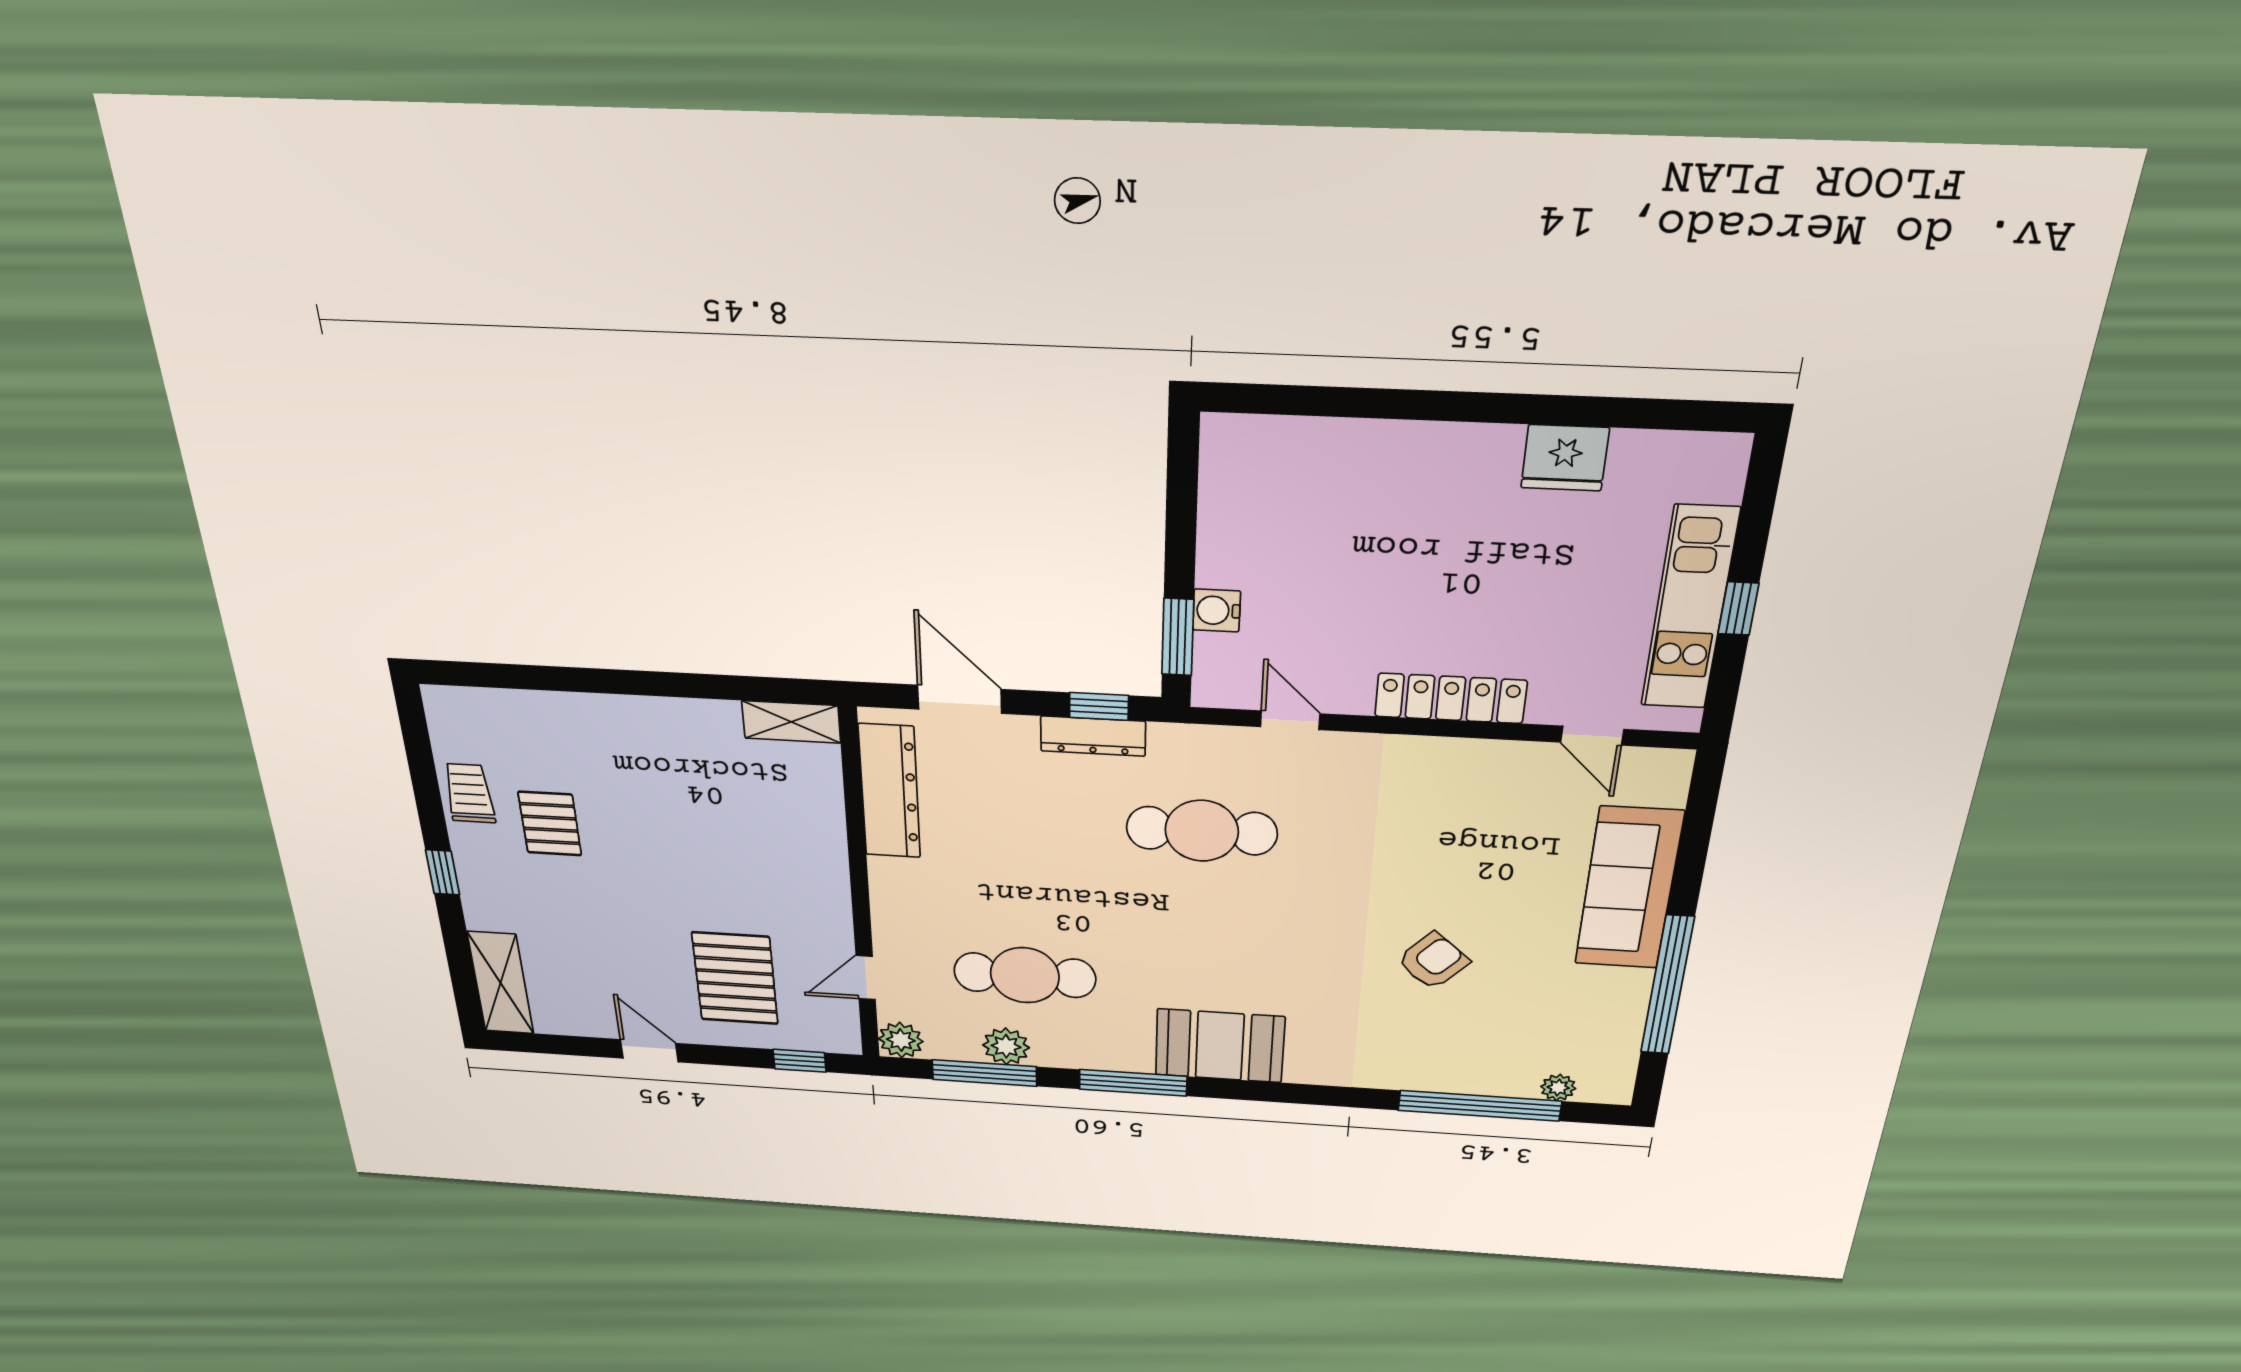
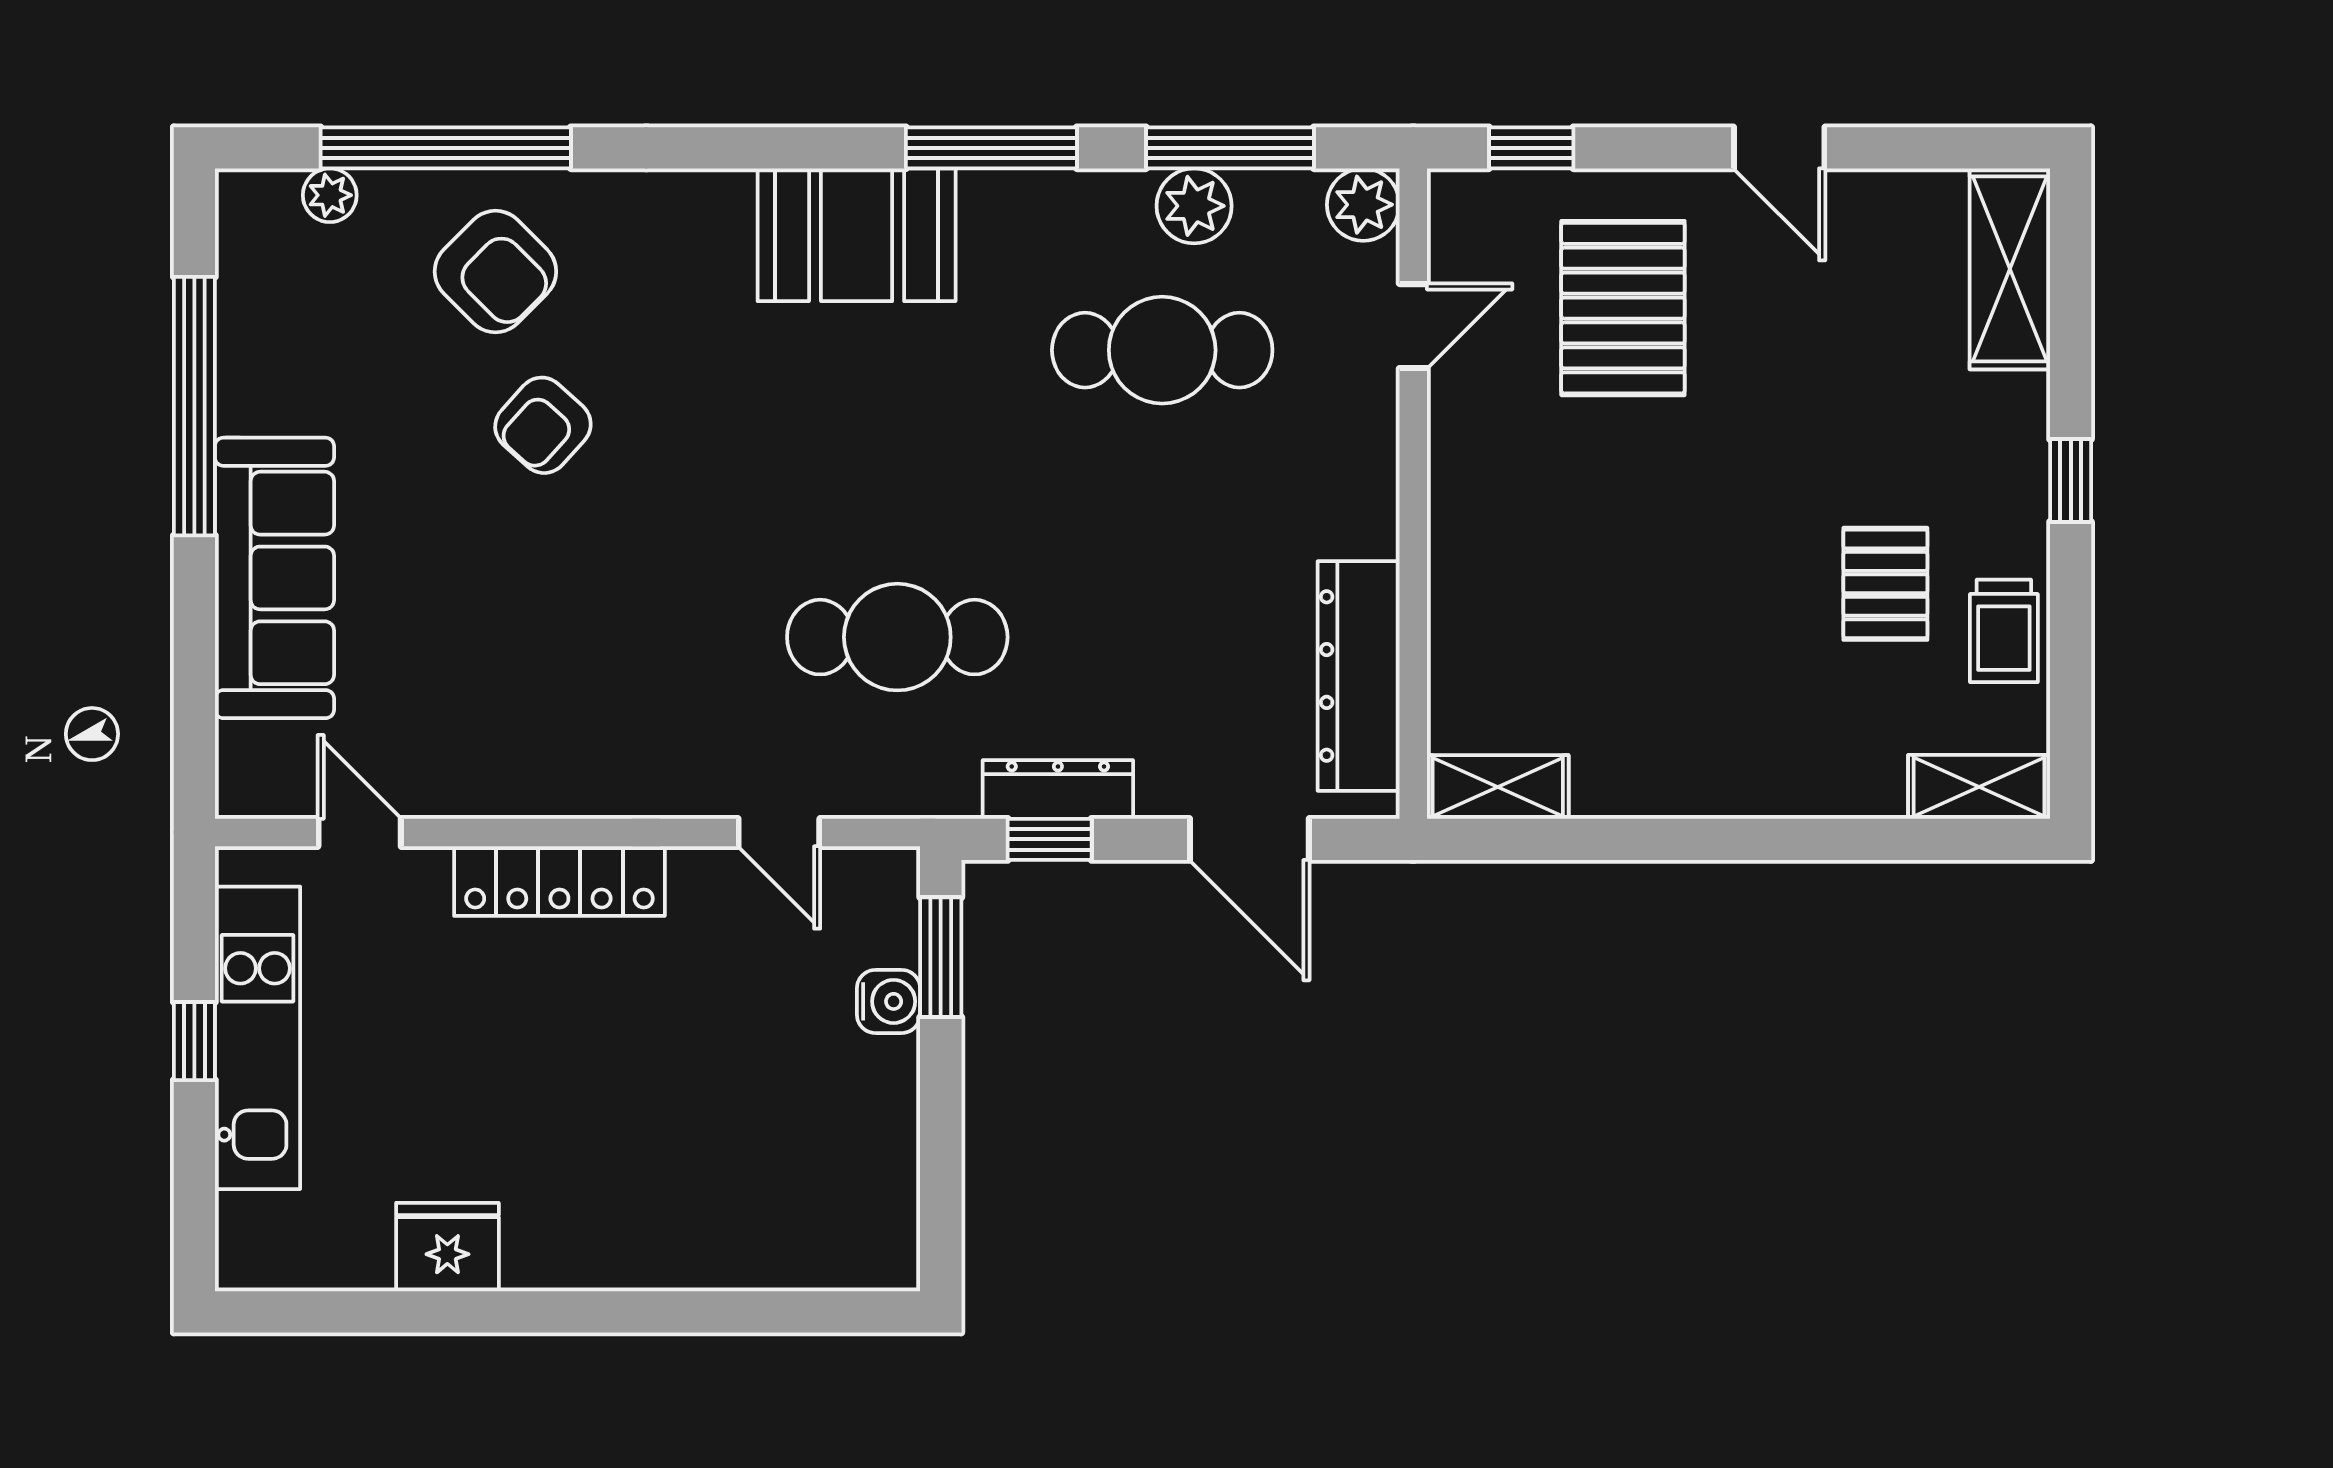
shelving: (469, 705) -> (1979, 787), added
armchair: (1455, 1042) -> (495, 272), added

